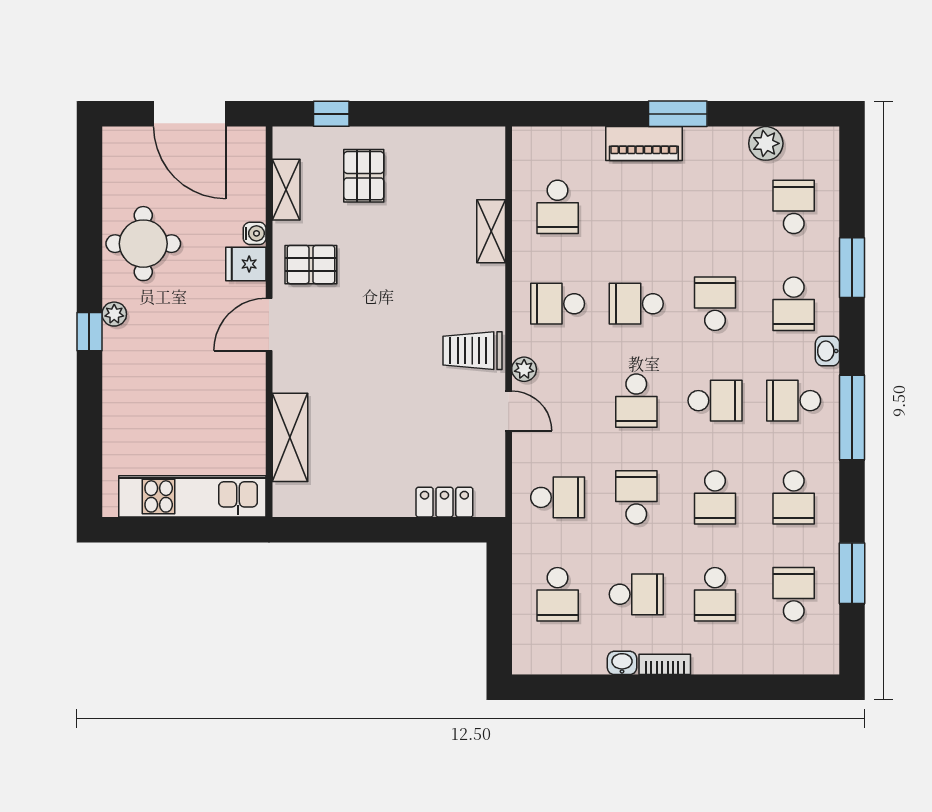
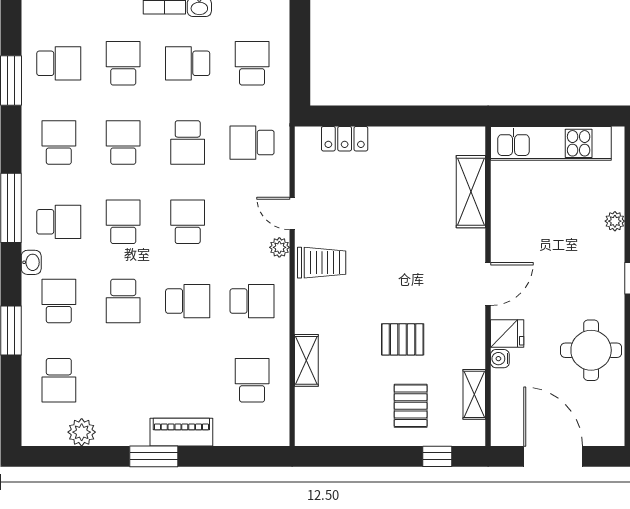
pallet: (311, 265) -> (403, 339), moved
plant: (114, 314) -> (615, 221), moved
school desk: (715, 401) -> (123, 222), turned 90
school desk: (794, 594) -> (59, 63), turned -90

